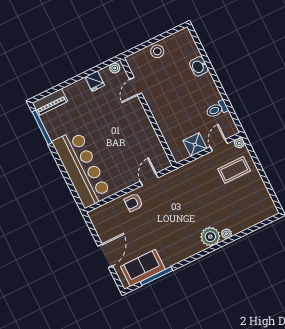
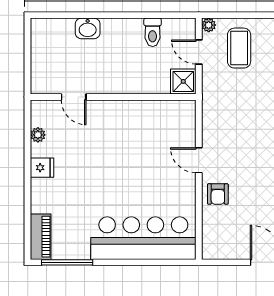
stool: (157, 51) -> (43, 71), removed
door: (136, 86) -> (74, 97), moved
wall: (148, 112) -> (113, 97), moved

